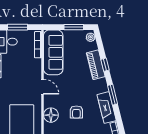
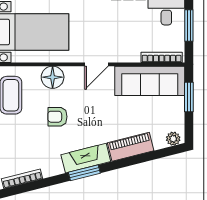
window: (74, 27) -> (189, 97), moved
window: (105, 65) -> (131, 161), removed
fireplace: (107, 108) -> (86, 158), moved

